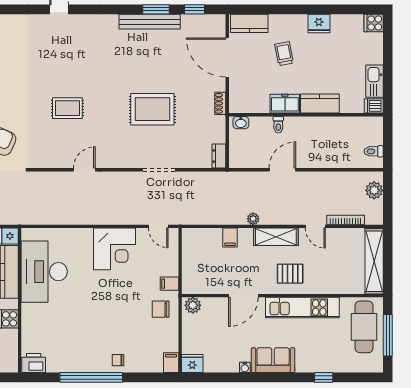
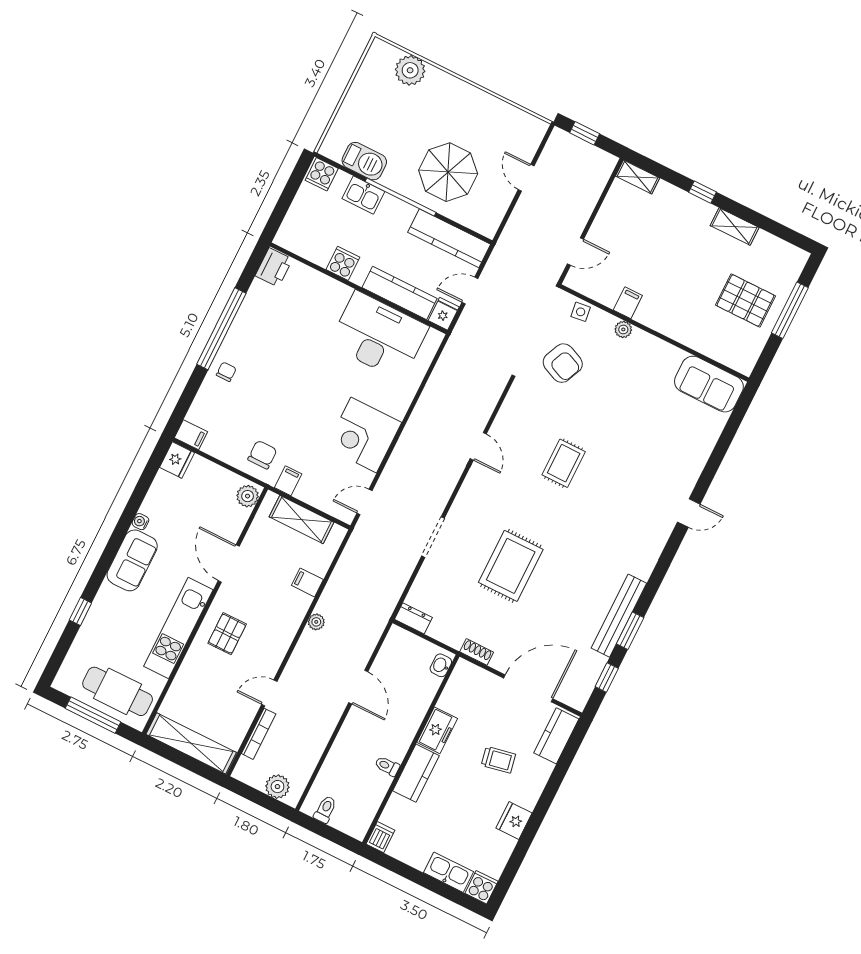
kitchen sink: (374, 81) -> (449, 872), moved
toilet: (278, 125) -> (387, 766), moved
shelving: (276, 237) -> (301, 519), moved, turned 90

